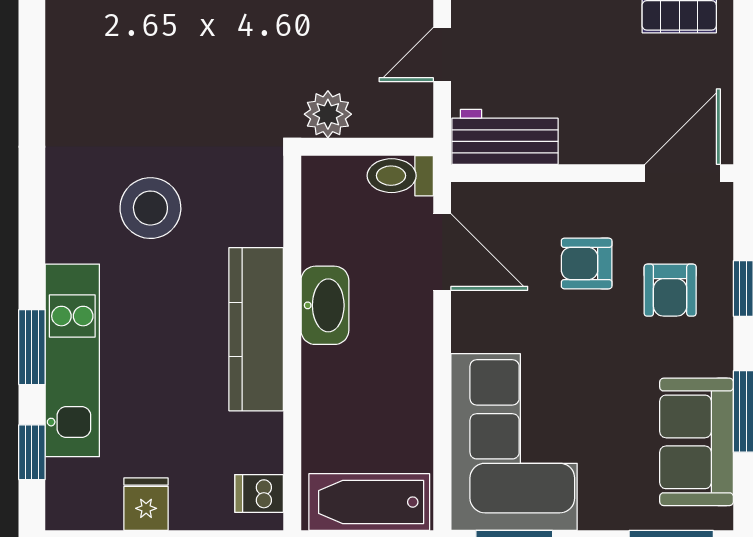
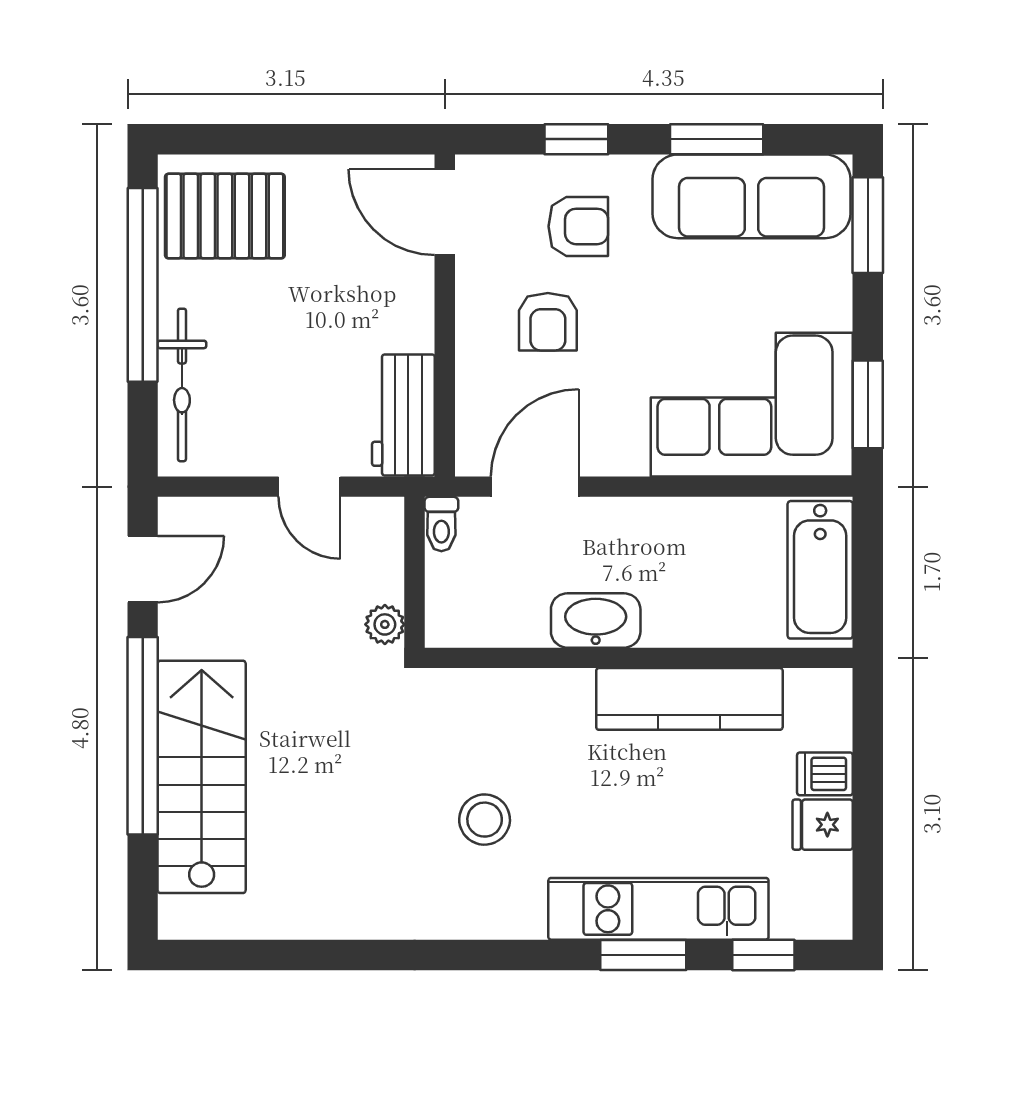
plant: (328, 114) -> (385, 624), width x0.73, depth x0.73
toilet: (400, 176) -> (441, 524), width x0.73, depth x0.72
stool: (150, 208) -> (485, 820), width x0.73, depth x0.73
kitchen counter: (256, 329) -> (689, 699), moved
sofa: (697, 442) -> (751, 196), width x1.36
dishwasher: (259, 493) -> (825, 774), moved, turned 90

